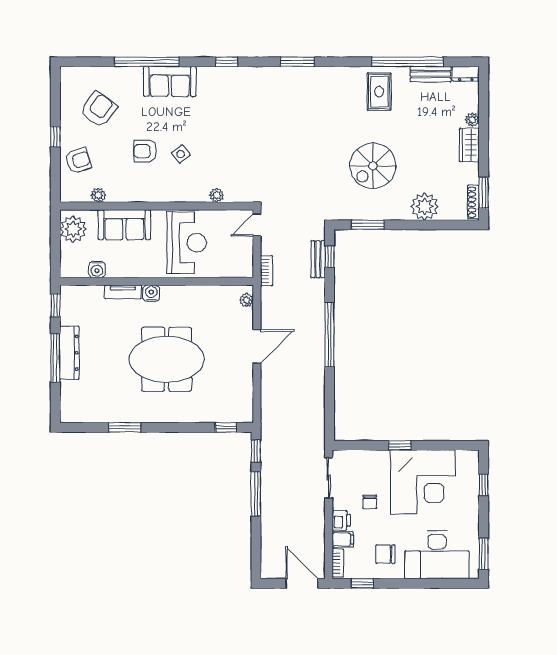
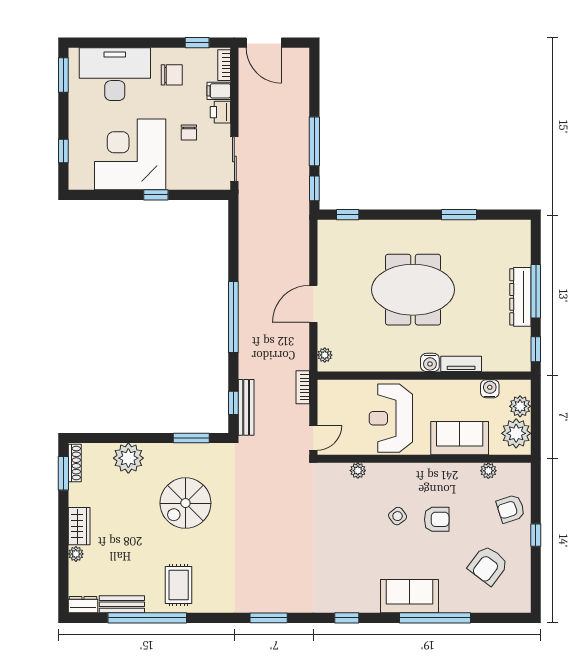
spiral stairs: (373, 166) -> (185, 503), turned 180
plant: (70, 254) -> (520, 406), added
bench: (318, 259) -> (246, 407), width x1.36
chair: (370, 502) -> (189, 132), turned 180

